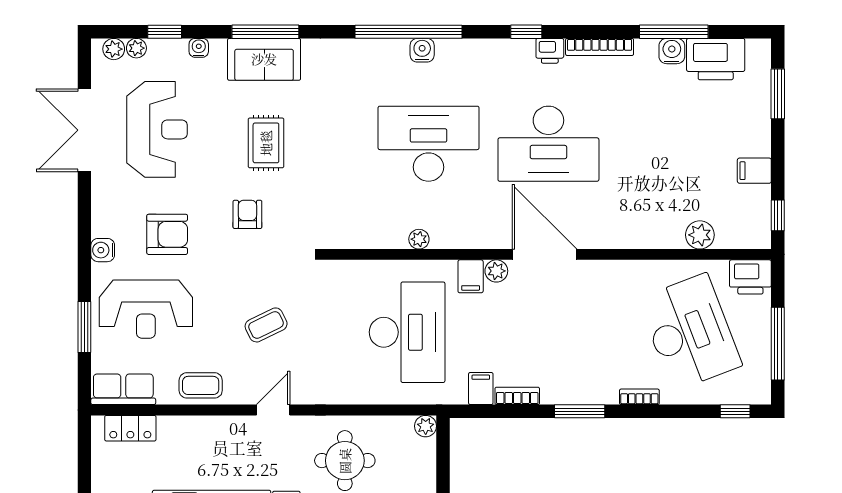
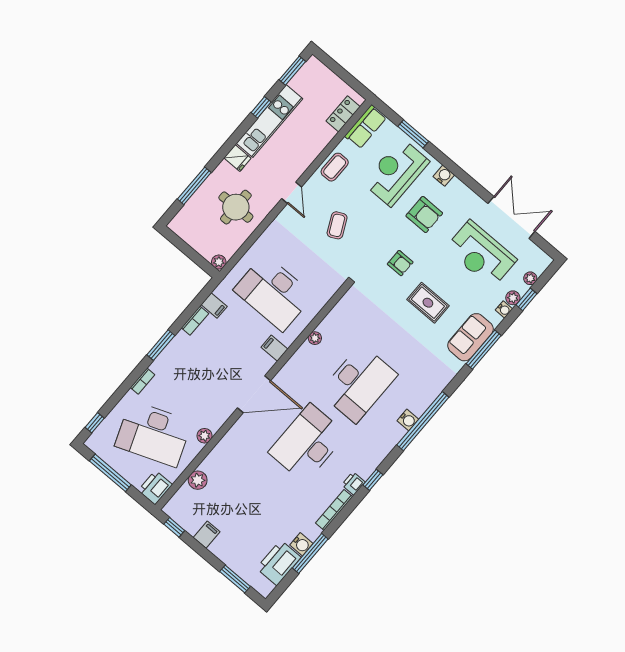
plant: (114, 49) -> (513, 298), moved
armchair: (167, 234) -> (424, 215), turned -90
plant: (496, 271) -> (204, 436), moved

